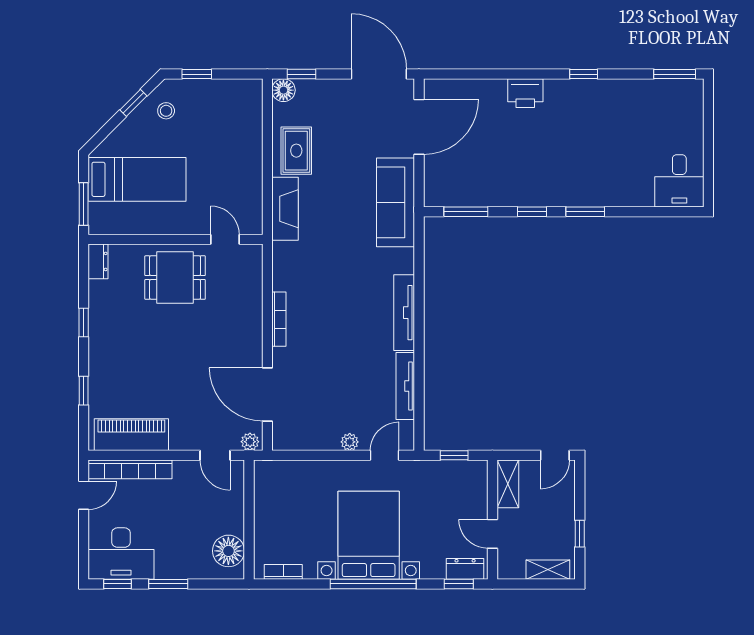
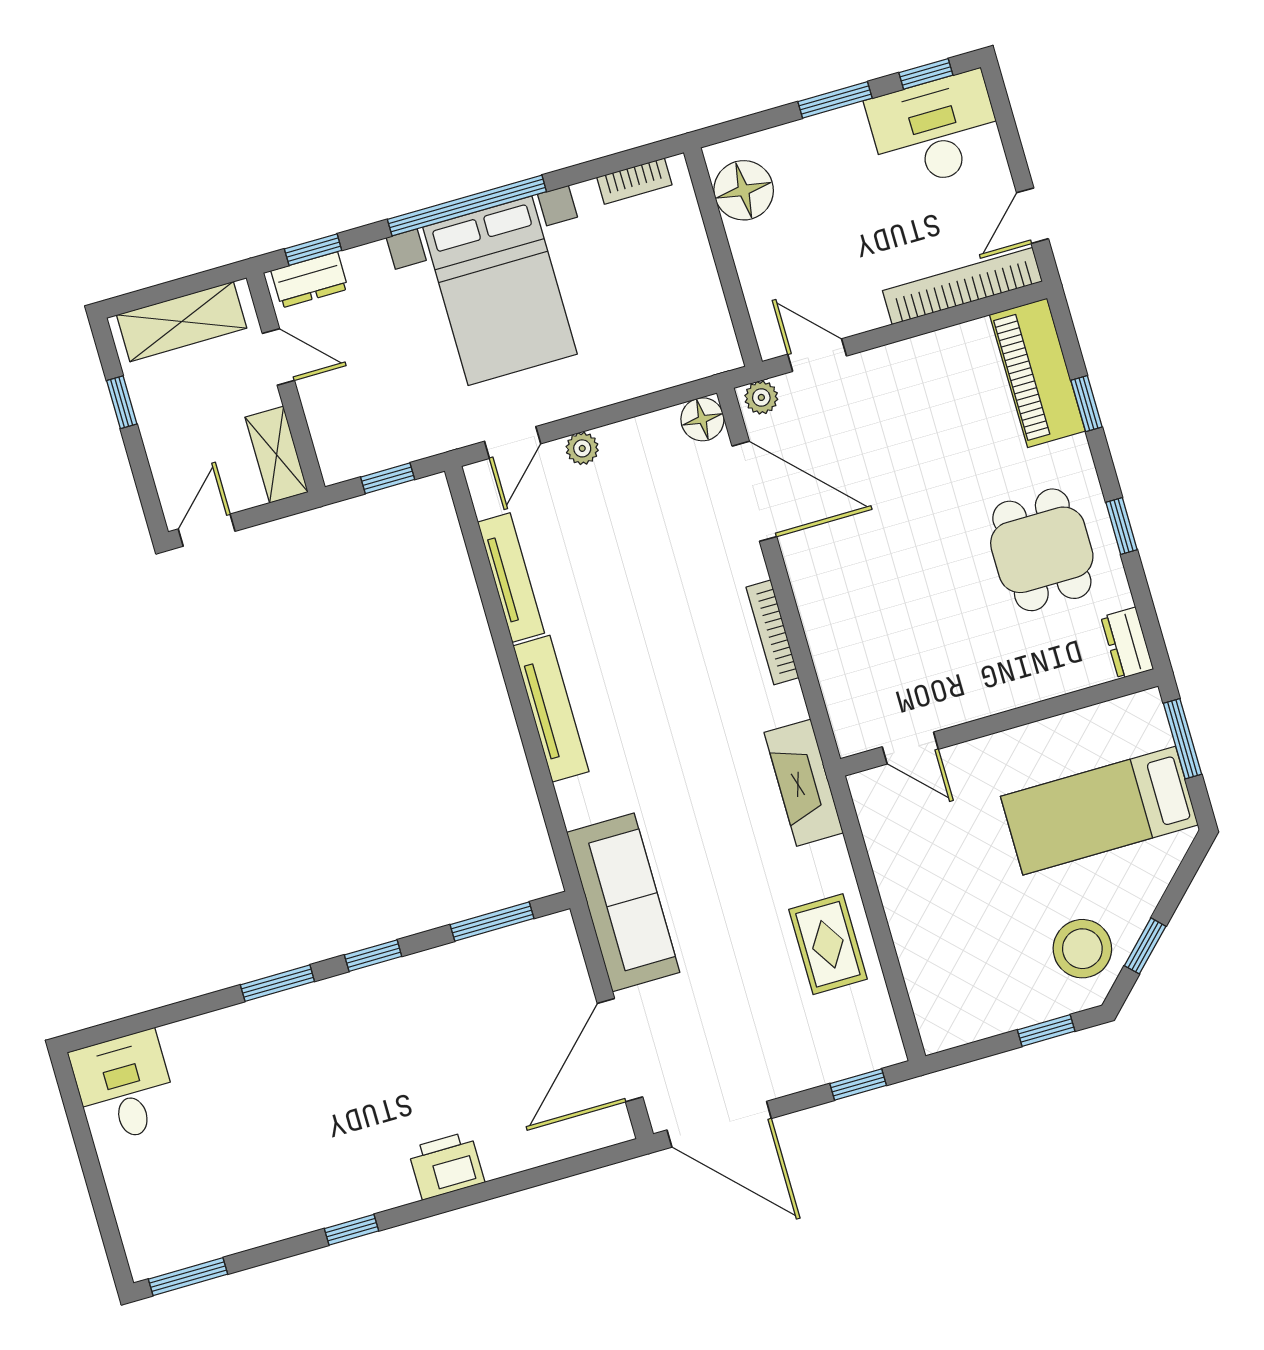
floor lamp: (283, 90) -> (702, 419), moved
stool: (166, 111) -> (1082, 949), width x1.89, depth x1.89
fireplace: (285, 209) -> (804, 783), moved
dining table: (175, 278) -> (1042, 550), moved, turned 90
piano: (131, 435) -> (1037, 373), moved, turned 90
shelving: (548, 570) -> (182, 322), width x1.50, depth x1.33

